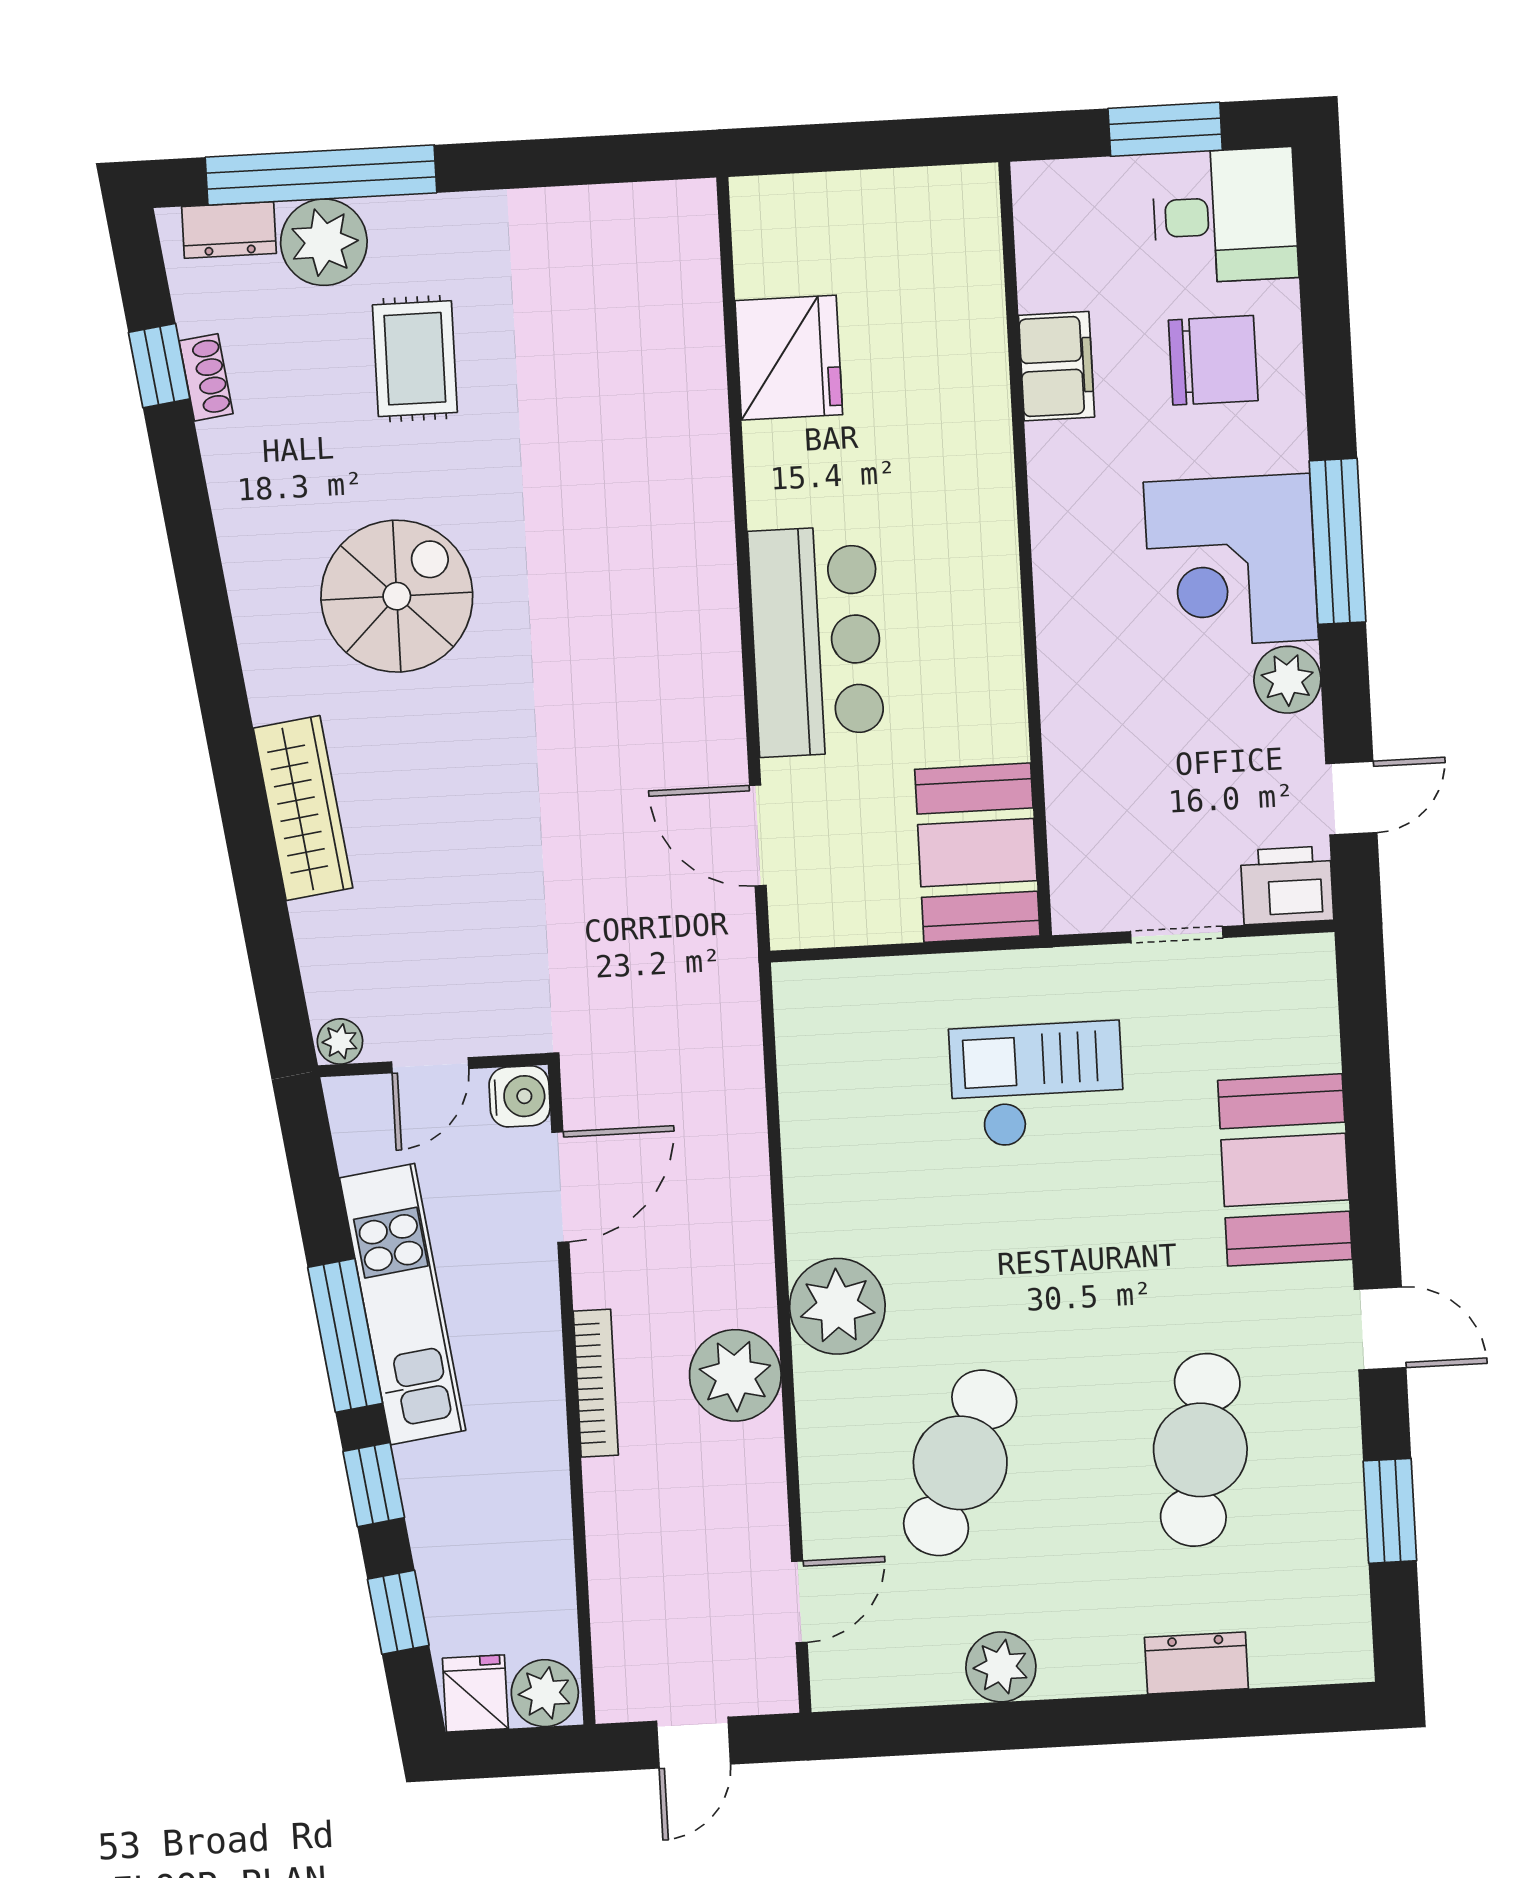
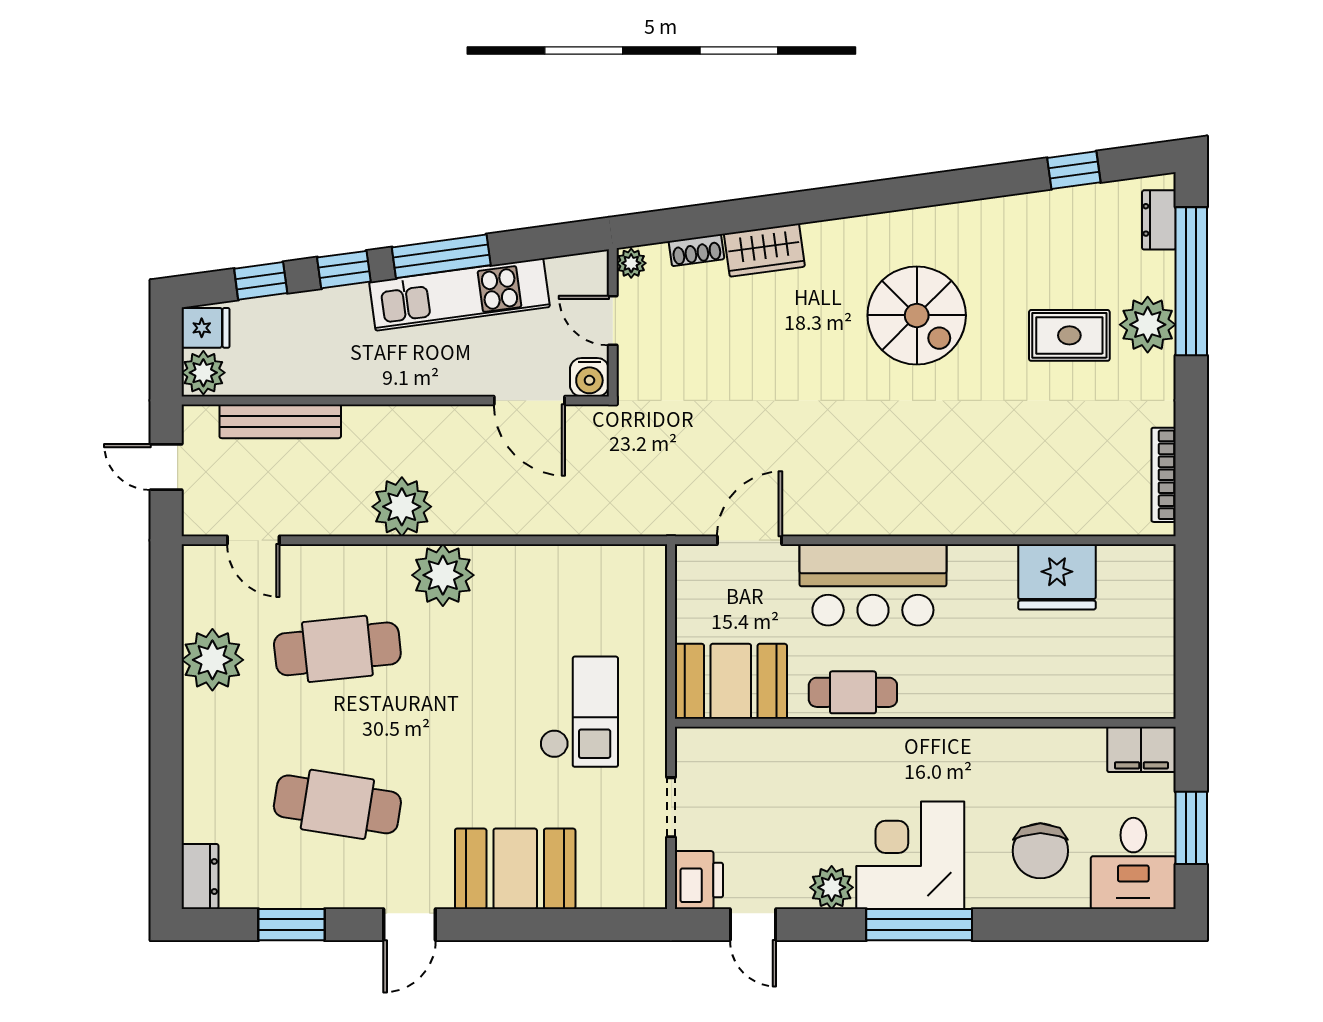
plant: (324, 242) -> (1148, 325), moved
filing cabinet: (1057, 366) -> (1141, 749), moved
shoe rack: (206, 377) -> (696, 250), moved
cafe table: (984, 663) -> (853, 692), added
wardrobe: (303, 808) -> (764, 250), width x0.67
bookcase: (596, 1383) -> (1164, 475), moved, turned 90
cafe table: (960, 1463) -> (337, 649), turned -30
bench: (613, 1570) -> (280, 421), added
dresser: (1196, 1663) -> (200, 876), moved
plant: (1001, 1667) -> (212, 660), width x1.36, depth x1.36

